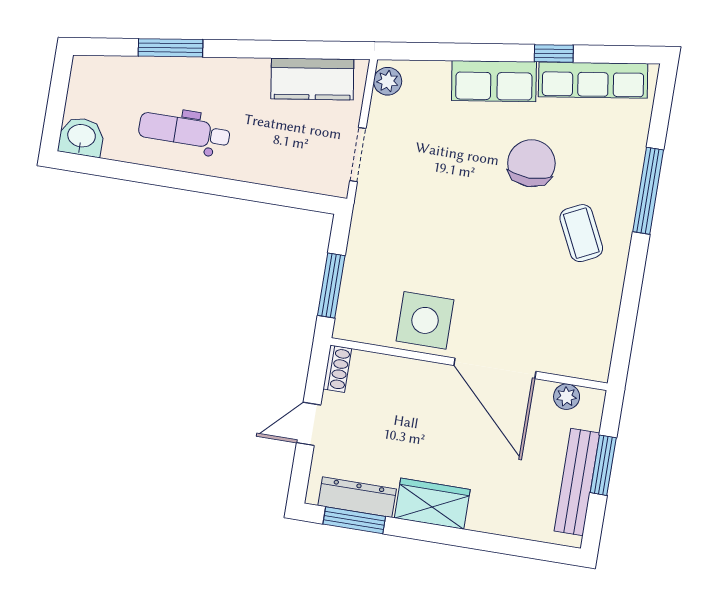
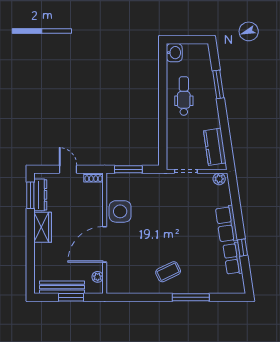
row of seats: (593, 80) -> (233, 259), width x0.68
chair: (531, 163) -> (194, 246), removed

